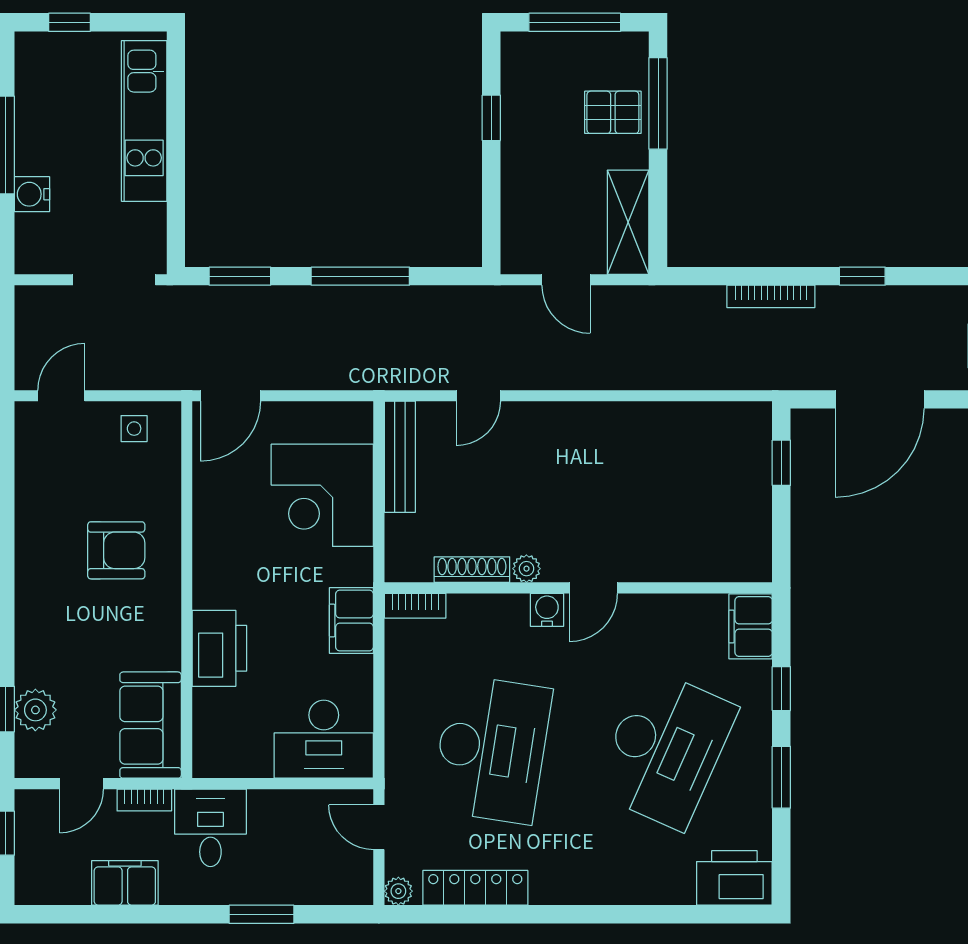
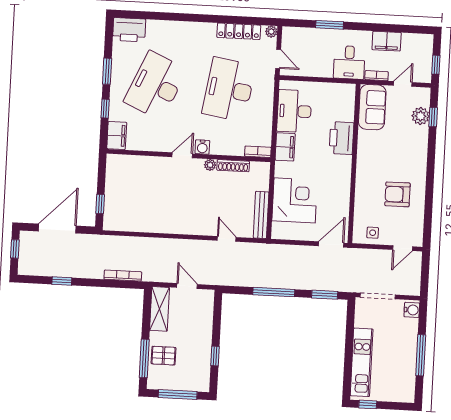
window: (69, 22) -> (368, 404), moved
water cooler: (32, 194) -> (412, 310), moved
bookcase: (771, 296) -> (123, 276), moved
door: (478, 396) -> (227, 239), hinge flipped
armchair: (116, 550) -> (397, 194), moved
desk: (324, 739) -> (294, 111), moved, turned -90

